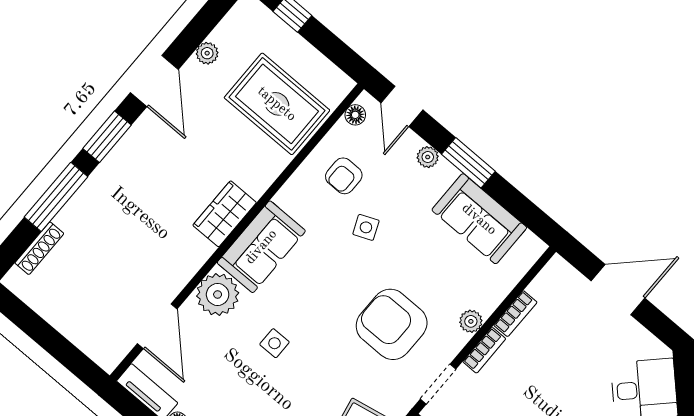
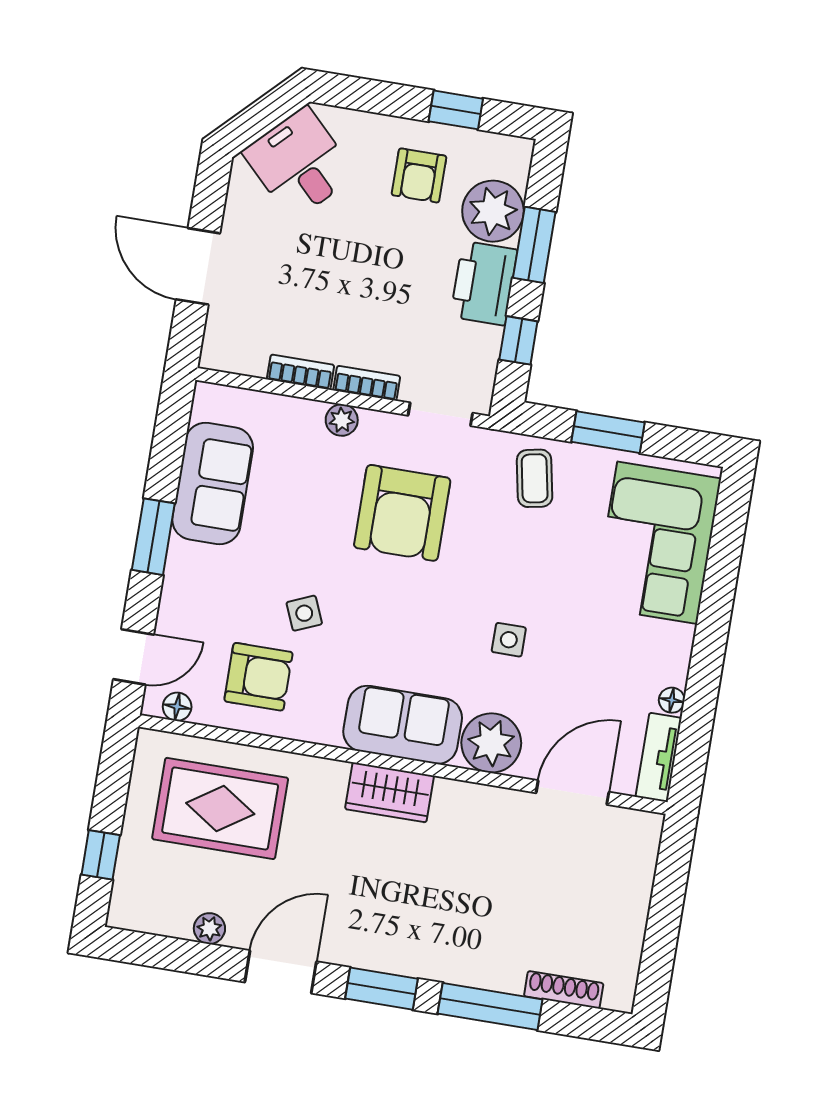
rug: (277, 104) -> (220, 808), turned 90
plant: (428, 157) -> (176, 590), removed
armchair: (344, 176) -> (258, 677), width x1.38, depth x1.38

